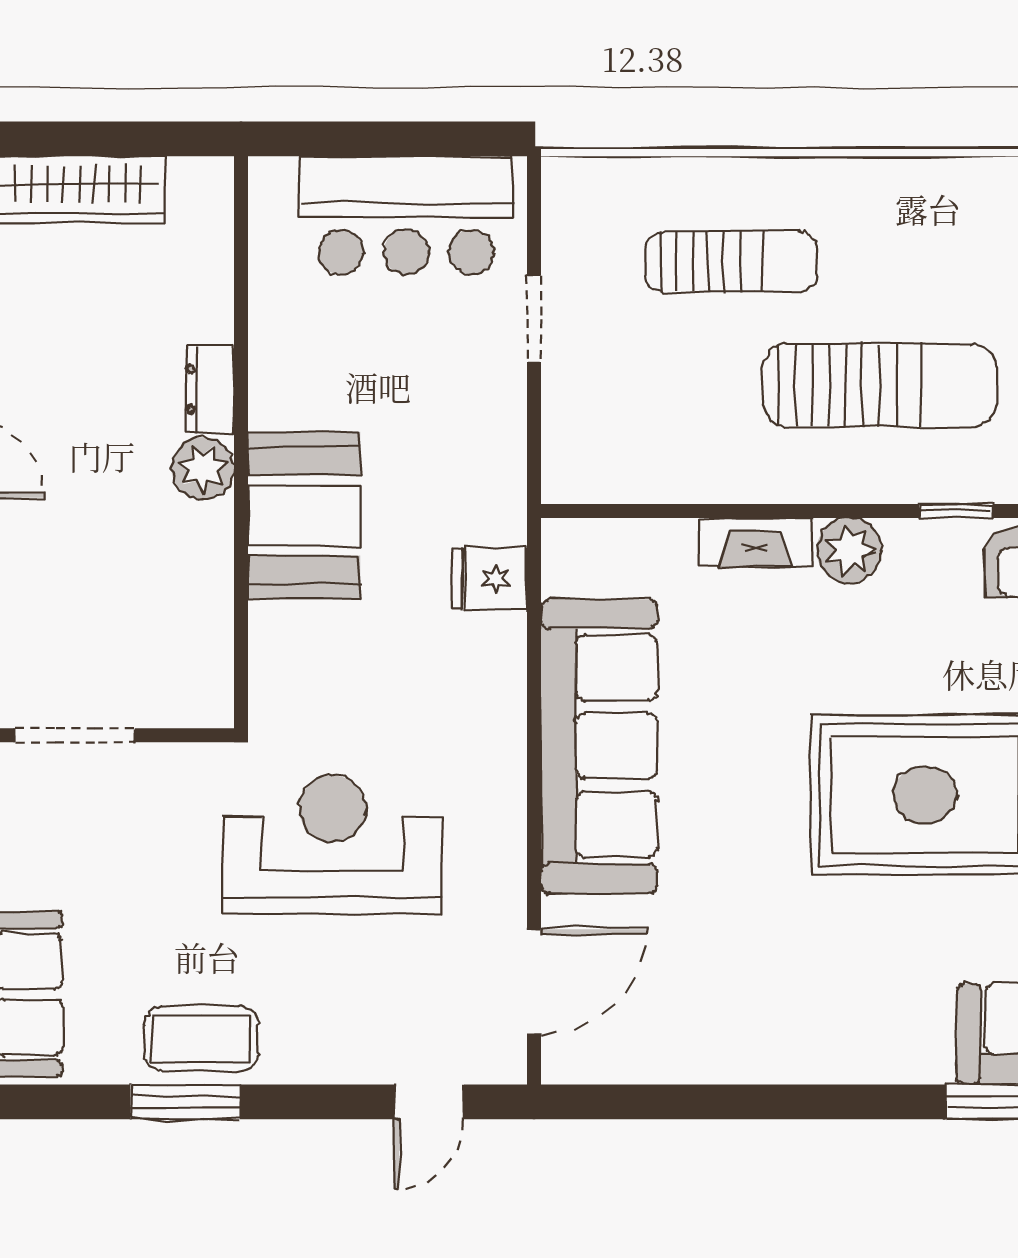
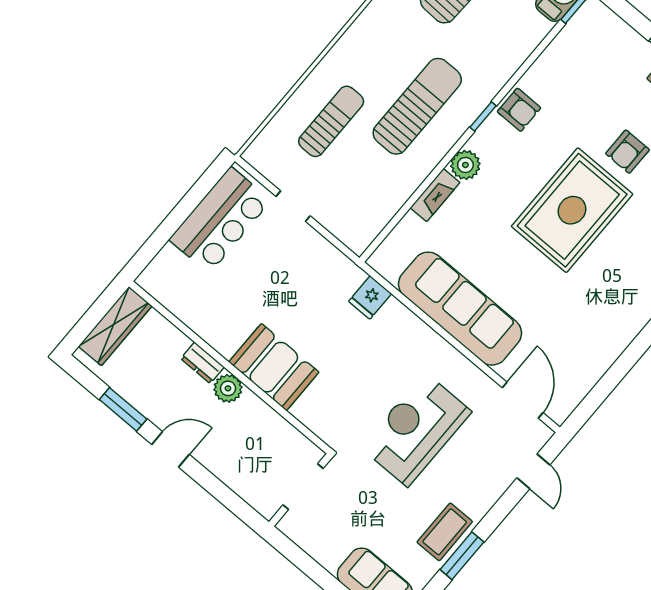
dresser: (210, 389) -> (203, 363), moved
wall: (241, 442) -> (230, 367), moved
plant: (203, 468) -> (228, 388), moved
booth: (304, 516) -> (274, 367), moved

